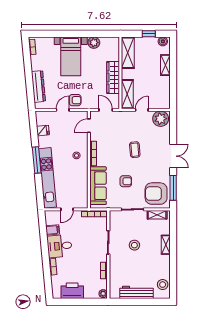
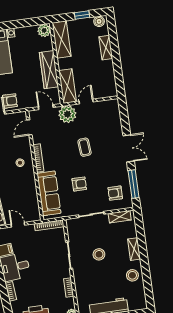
plant: (94, 43) -> (44, 30), moved
plant: (161, 119) -> (67, 114), moved
armchair: (156, 194) -> (115, 193), width x0.53, depth x0.53
door: (67, 209) -> (18, 225), swing flipped
stool: (163, 285) -> (132, 275), moved

